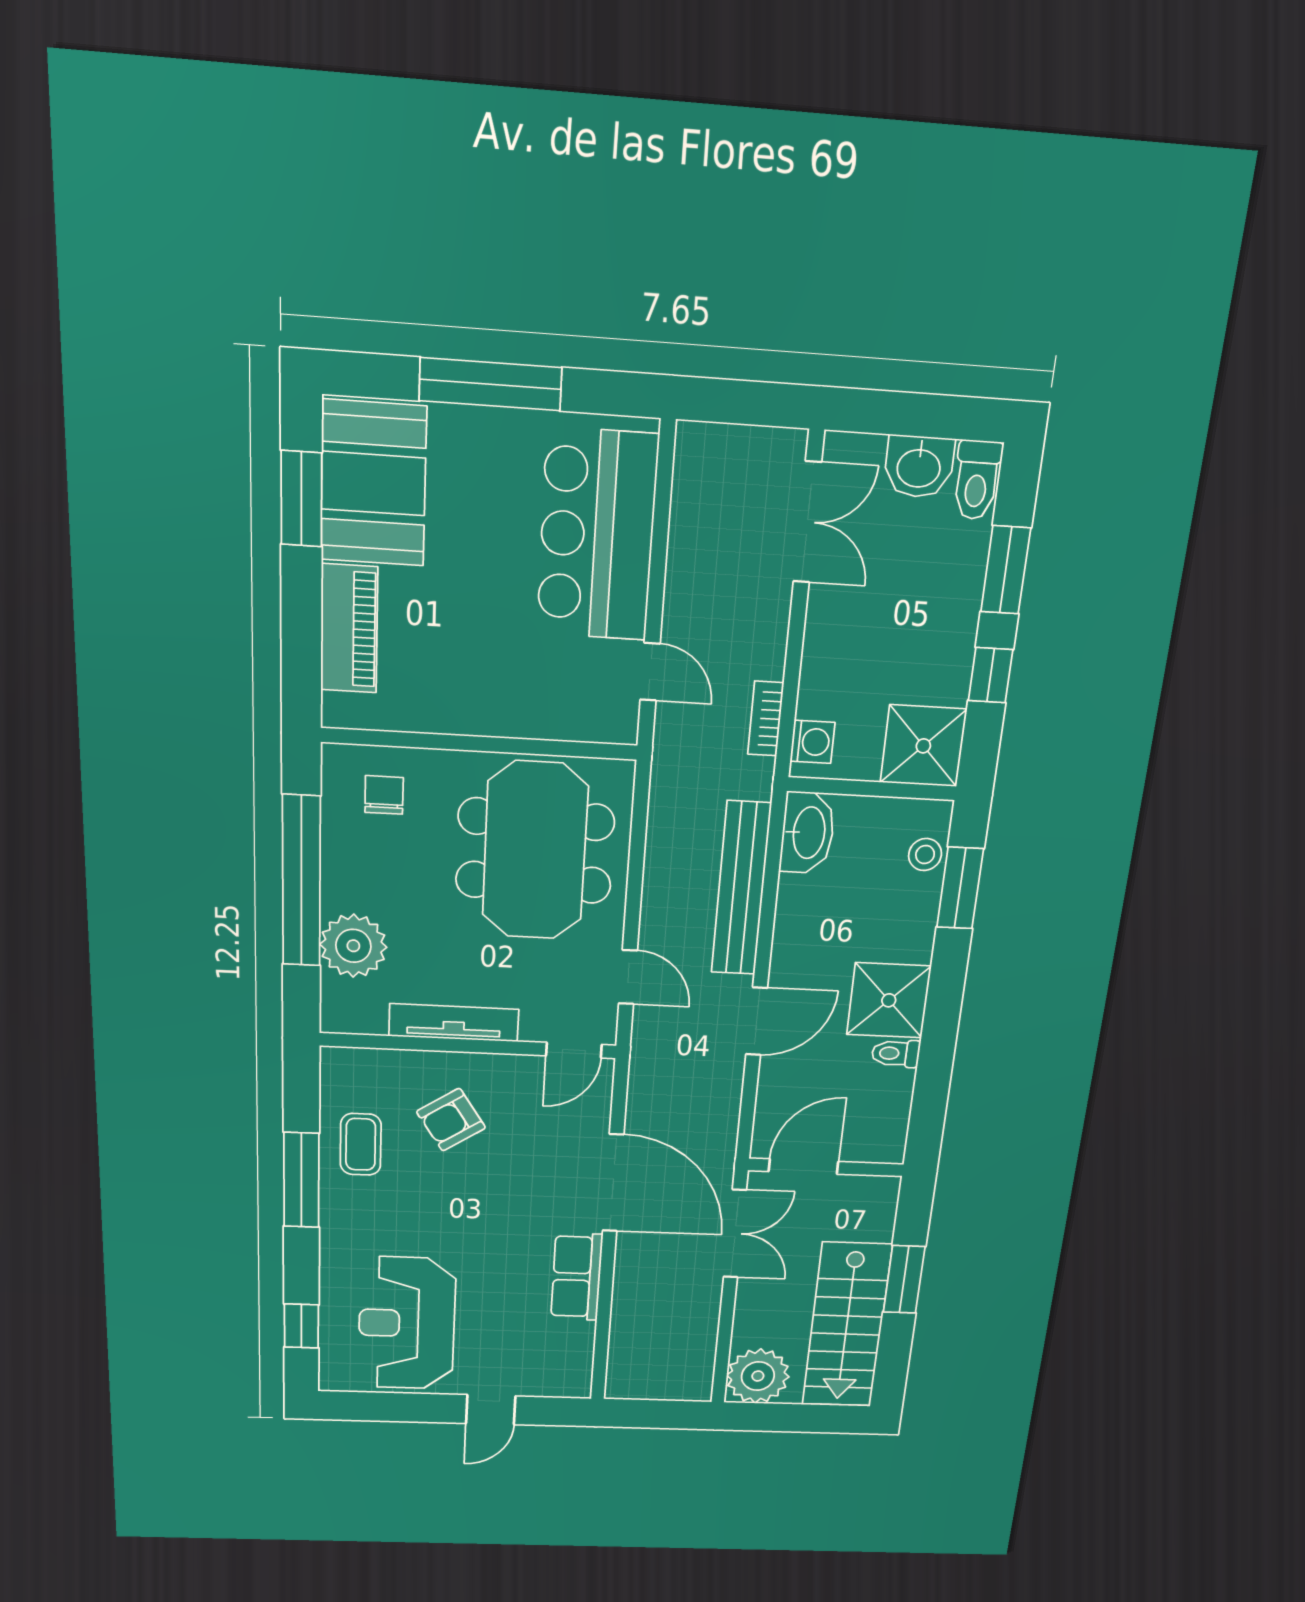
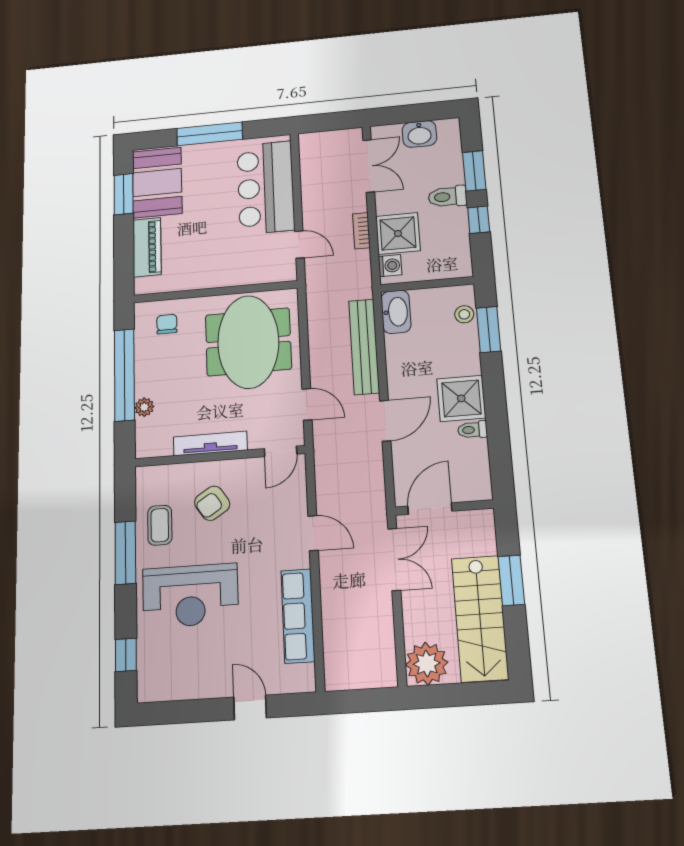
toilet: (977, 480) -> (447, 197), moved, turned 90
bookcase: (766, 719) -> (361, 231), moved
shower: (923, 746) -> (398, 233), moved
plant: (353, 946) -> (144, 407), width x0.53, depth x0.53
door: (613, 1183) -> (313, 533), width x0.53
row of seats: (577, 1277) -> (298, 616), width x1.48
reception desk: (407, 1323) -> (190, 596), moved, turned -90
door: (491, 1410) -> (250, 707), swing flipped

